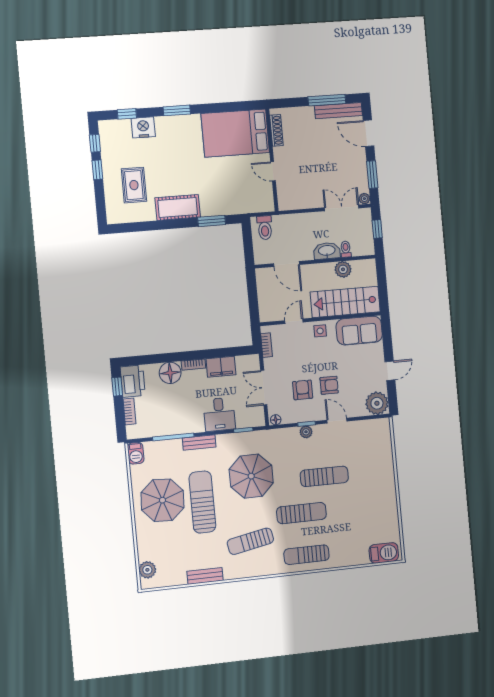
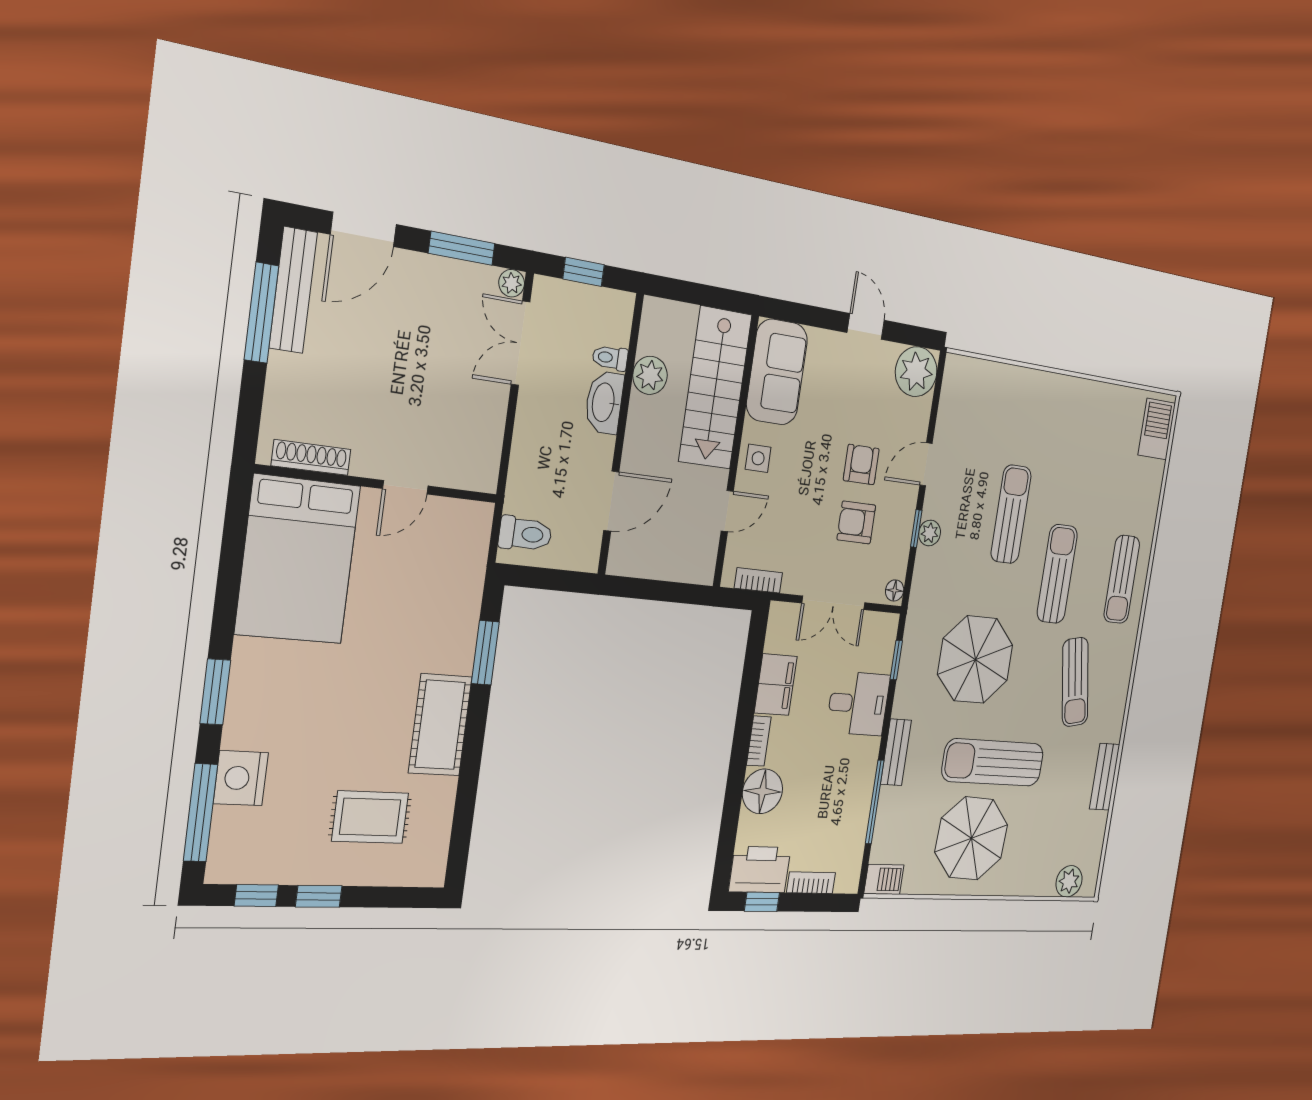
window: (127, 114) -> (200, 813), width x2.17
door: (294, 321) -> (727, 511), swing flipped

